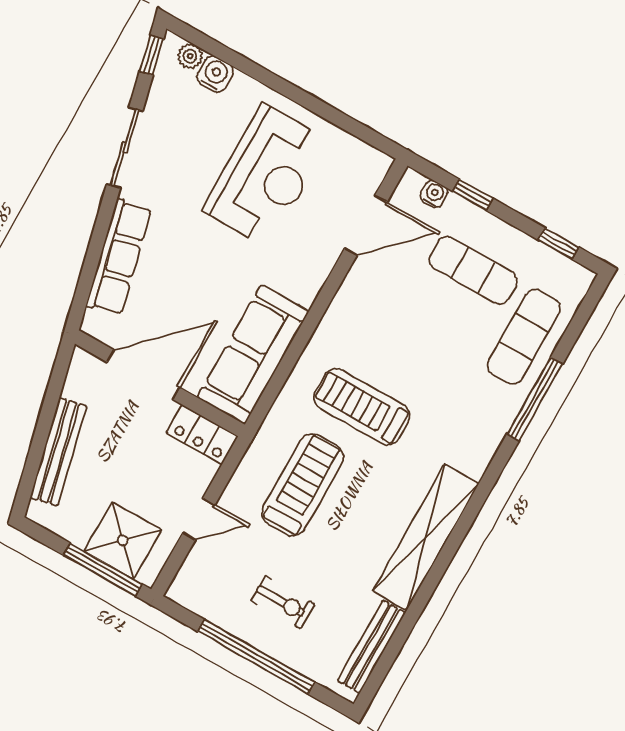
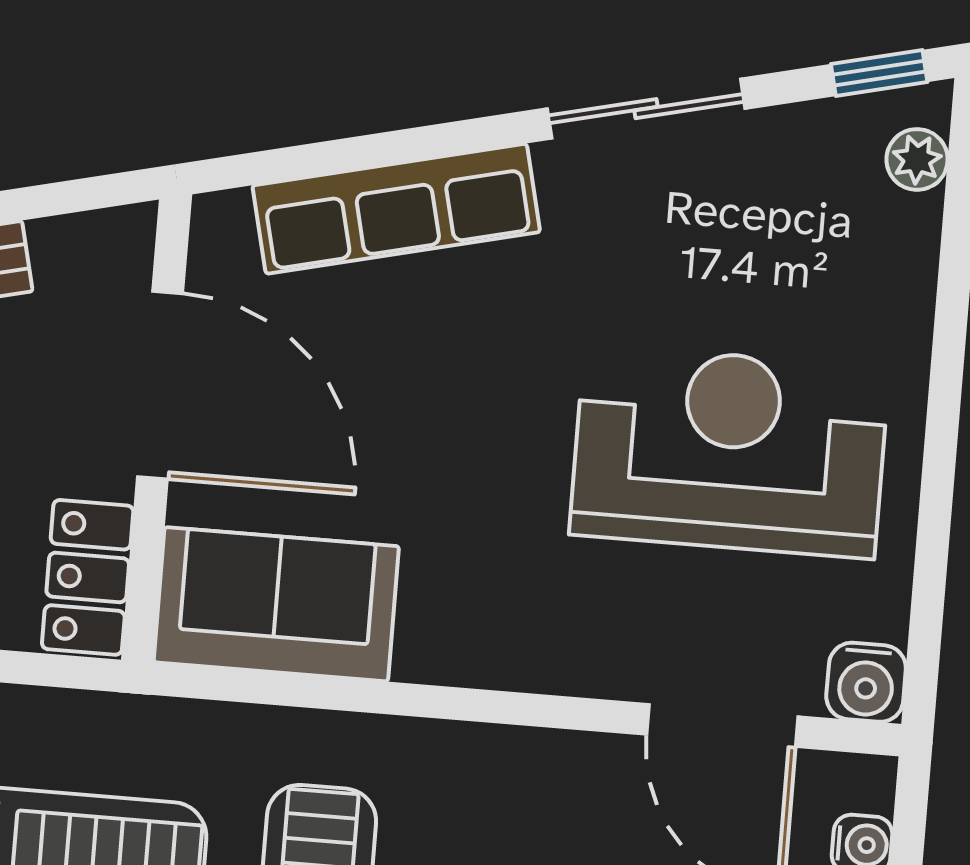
water cooler: (215, 74) -> (866, 682), moved, turned 90
reception desk: (266, 176) -> (729, 451), turned 180
sofa: (253, 354) -> (276, 604), width x0.73

